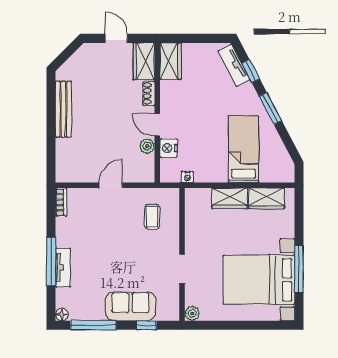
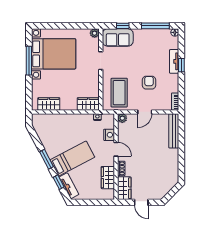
wardrobe: (171, 61) -> (108, 178), moved
bench: (63, 109) -> (174, 131), moved
plant: (147, 146) -> (122, 118), moved
bed: (244, 149) -> (72, 159), moved, turned -118
wardrobe: (230, 198) -> (88, 104), moved
coffee table: (152, 217) -> (119, 93), width x1.86, depth x1.72
armchair: (104, 233) -> (149, 83), added
window: (51, 261) -> (181, 65), width x0.46
sofa: (131, 306) -> (118, 37), moved

